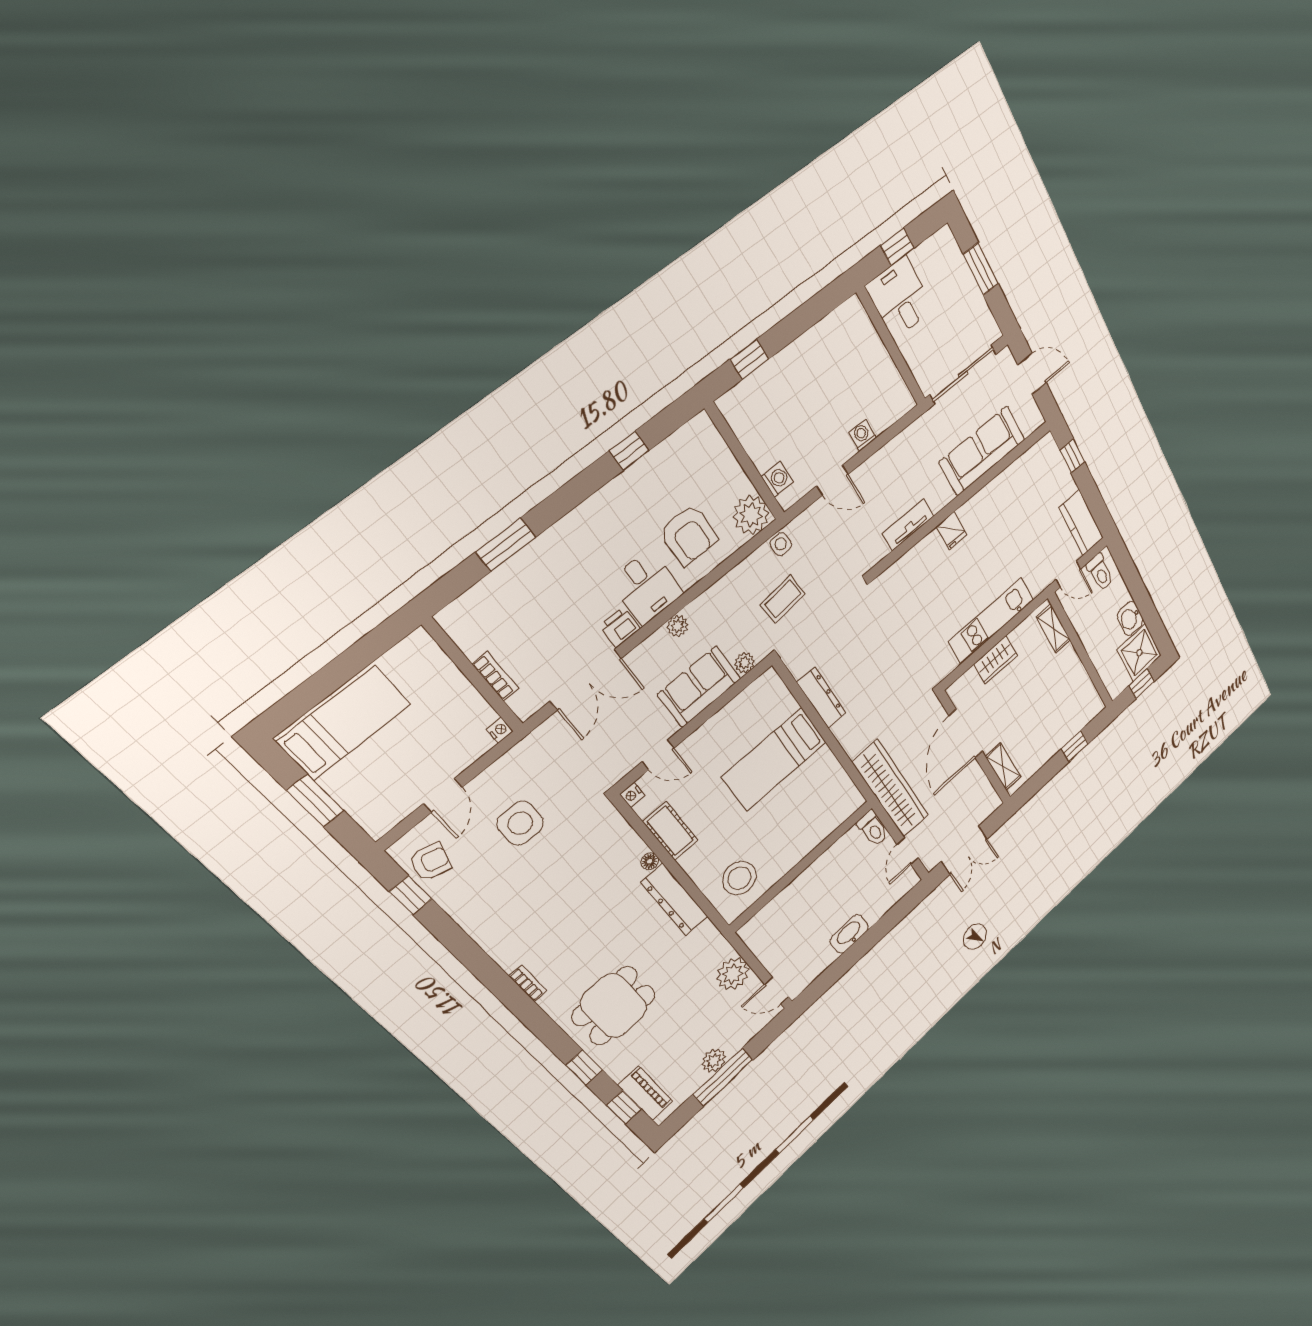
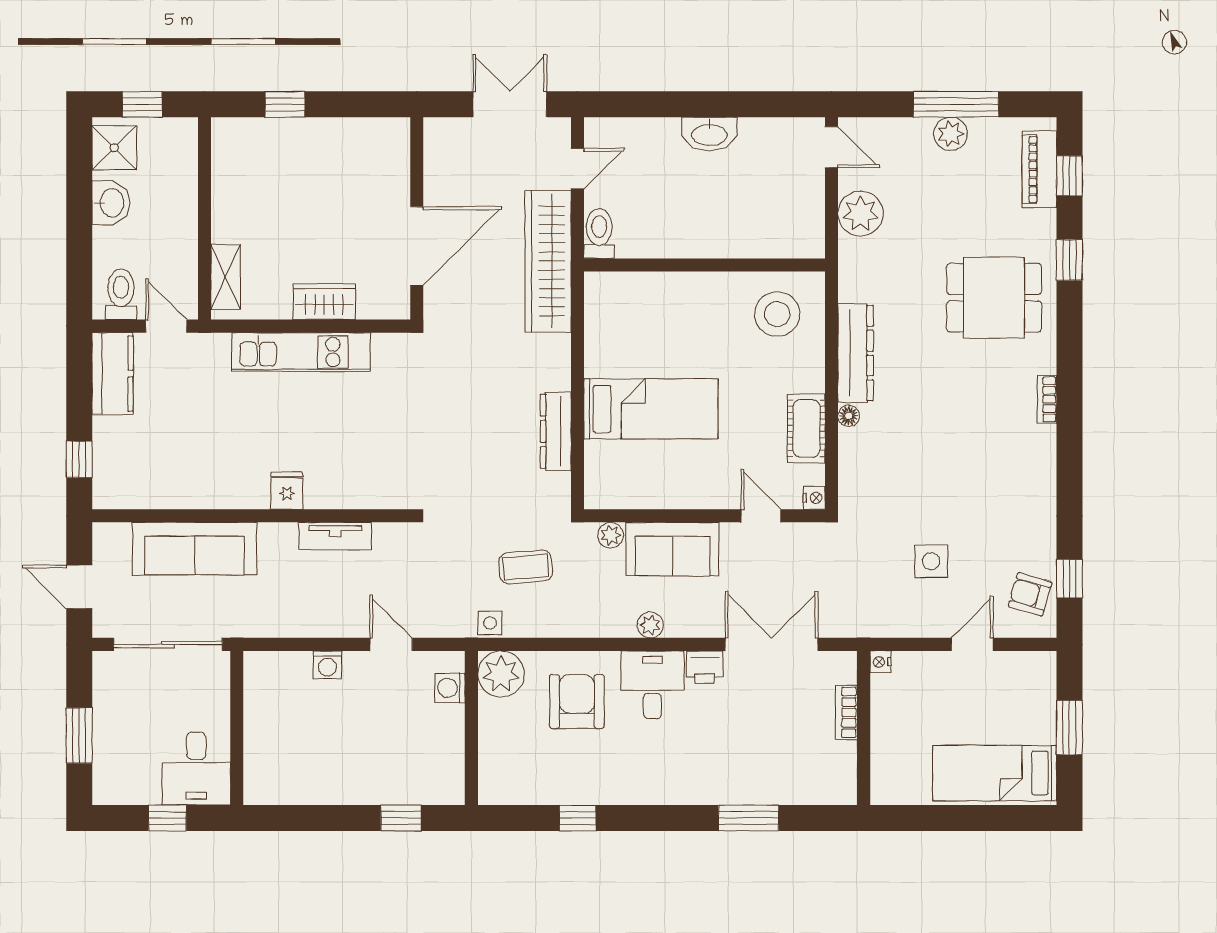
shower: (1139, 653) -> (114, 148), width x0.73, depth x0.73
shelving: (1003, 767) -> (395, 163), removed
side table: (520, 823) -> (931, 561), width x0.73, depth x0.73

